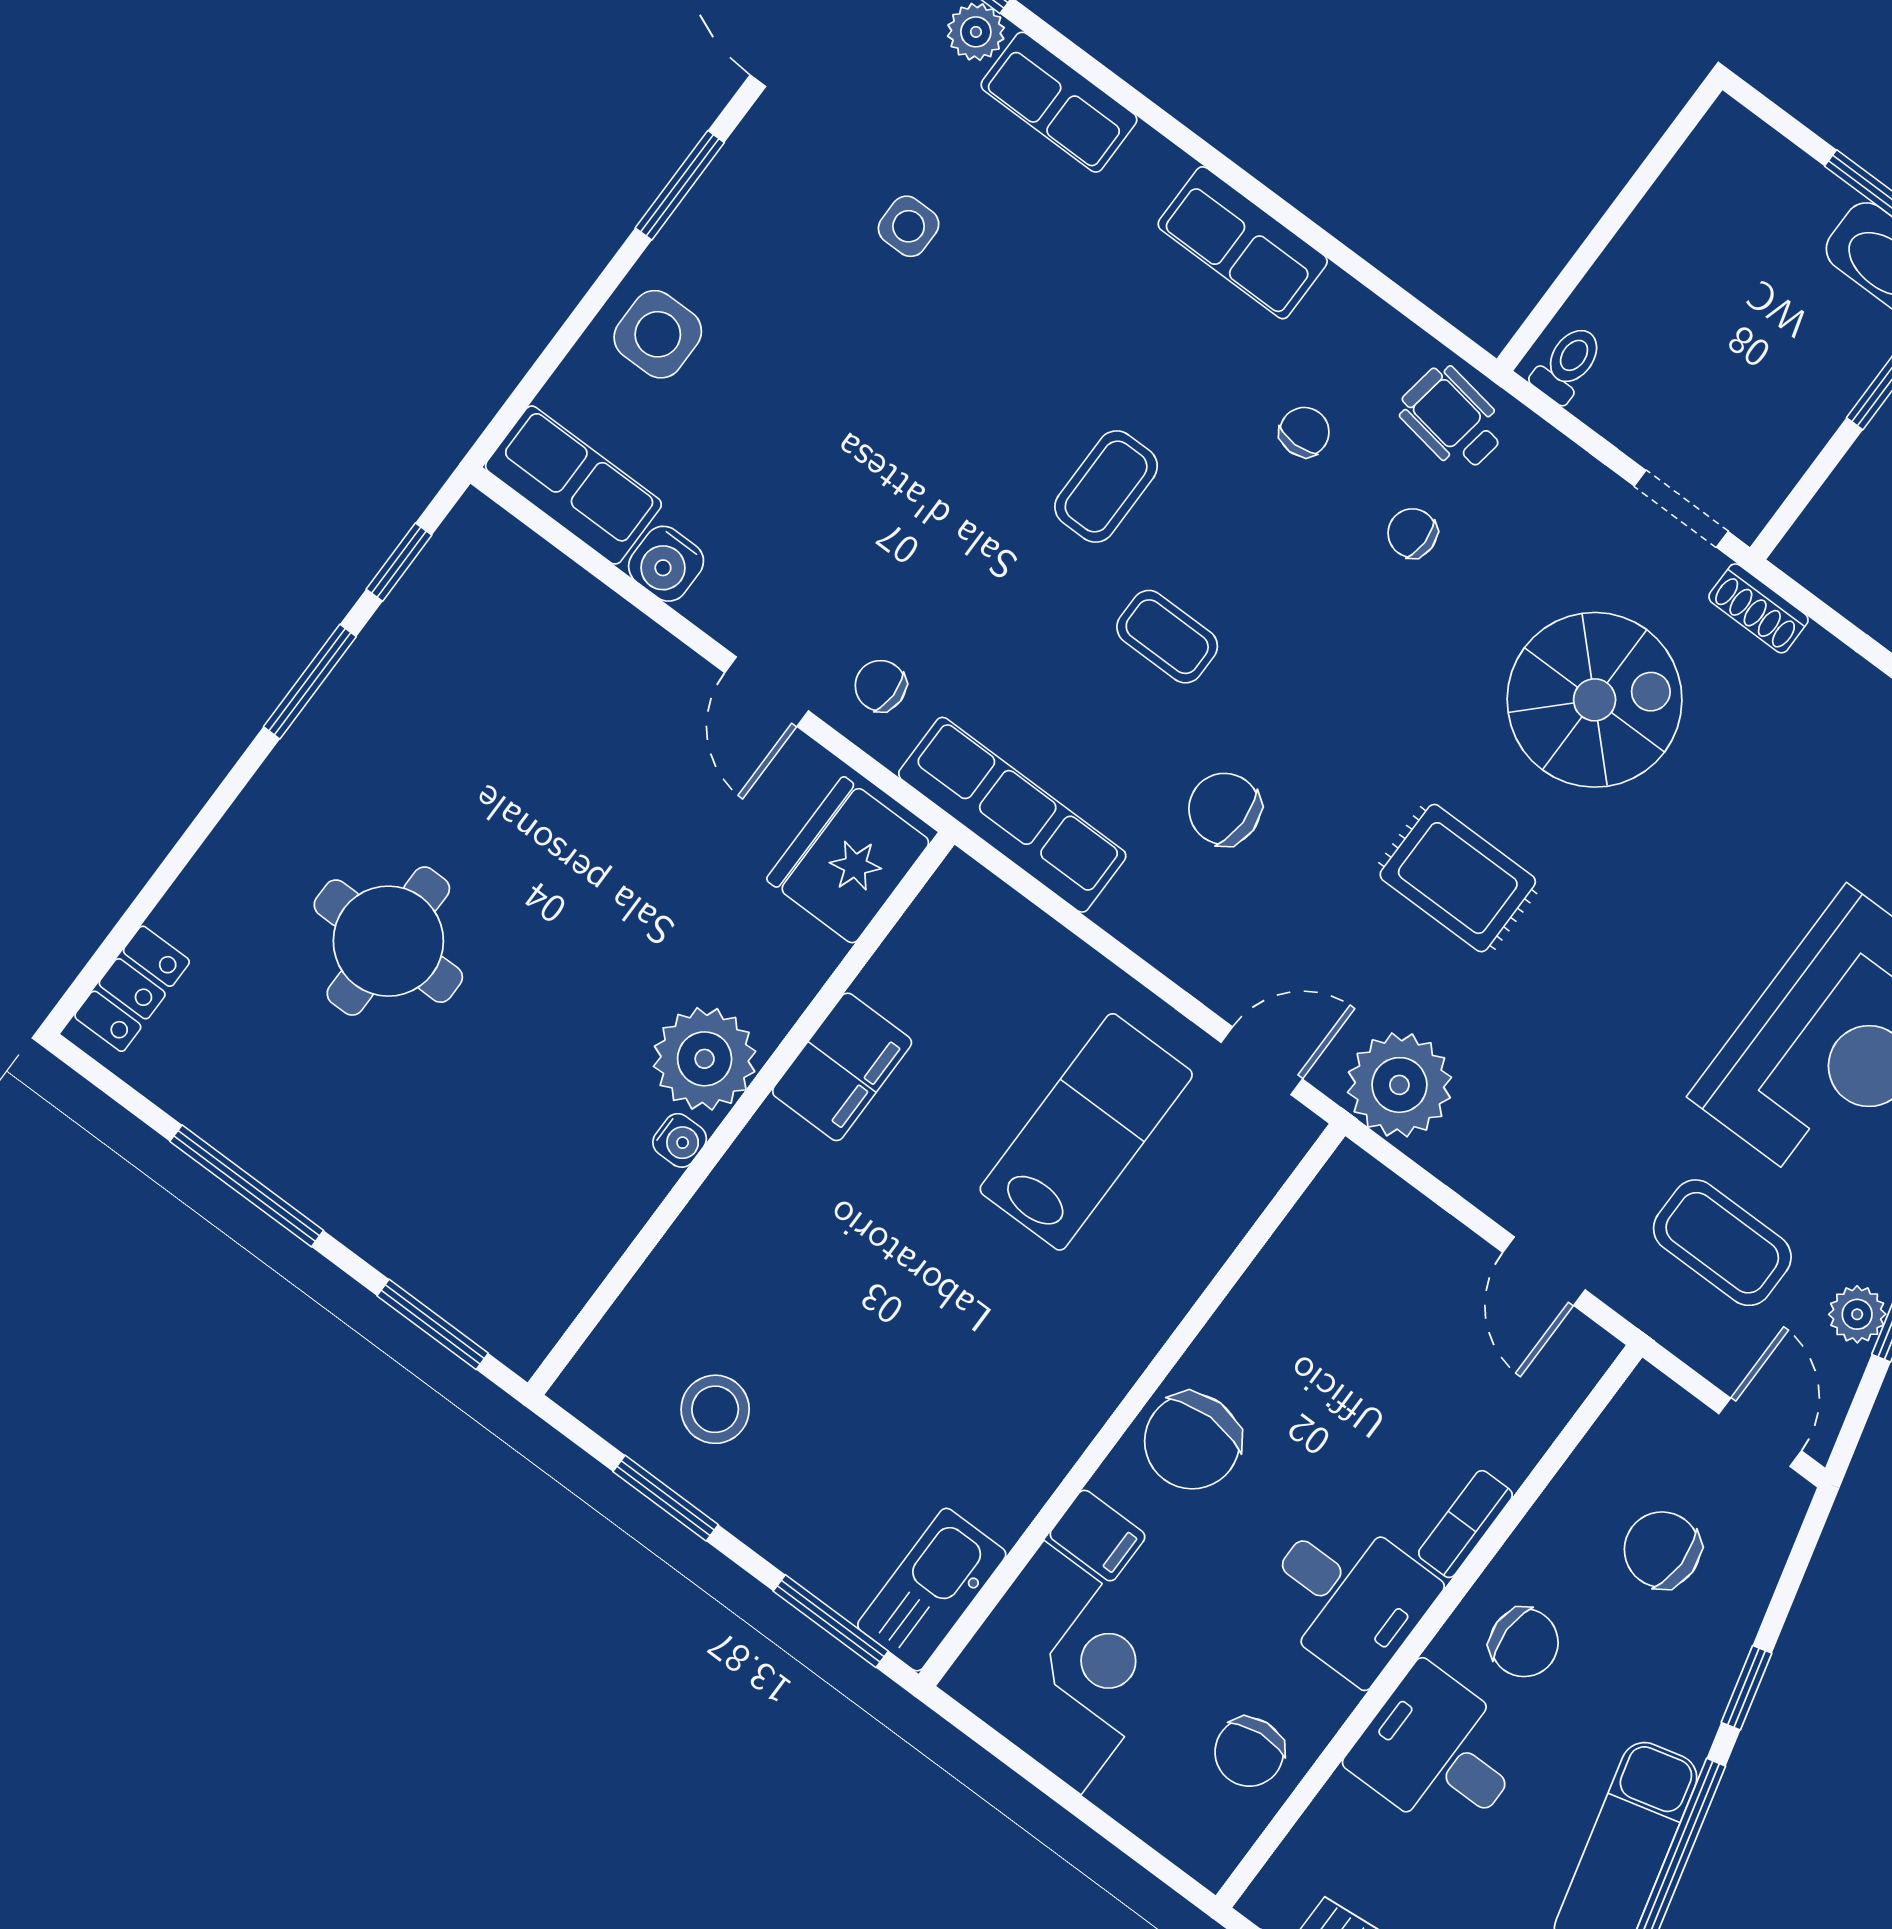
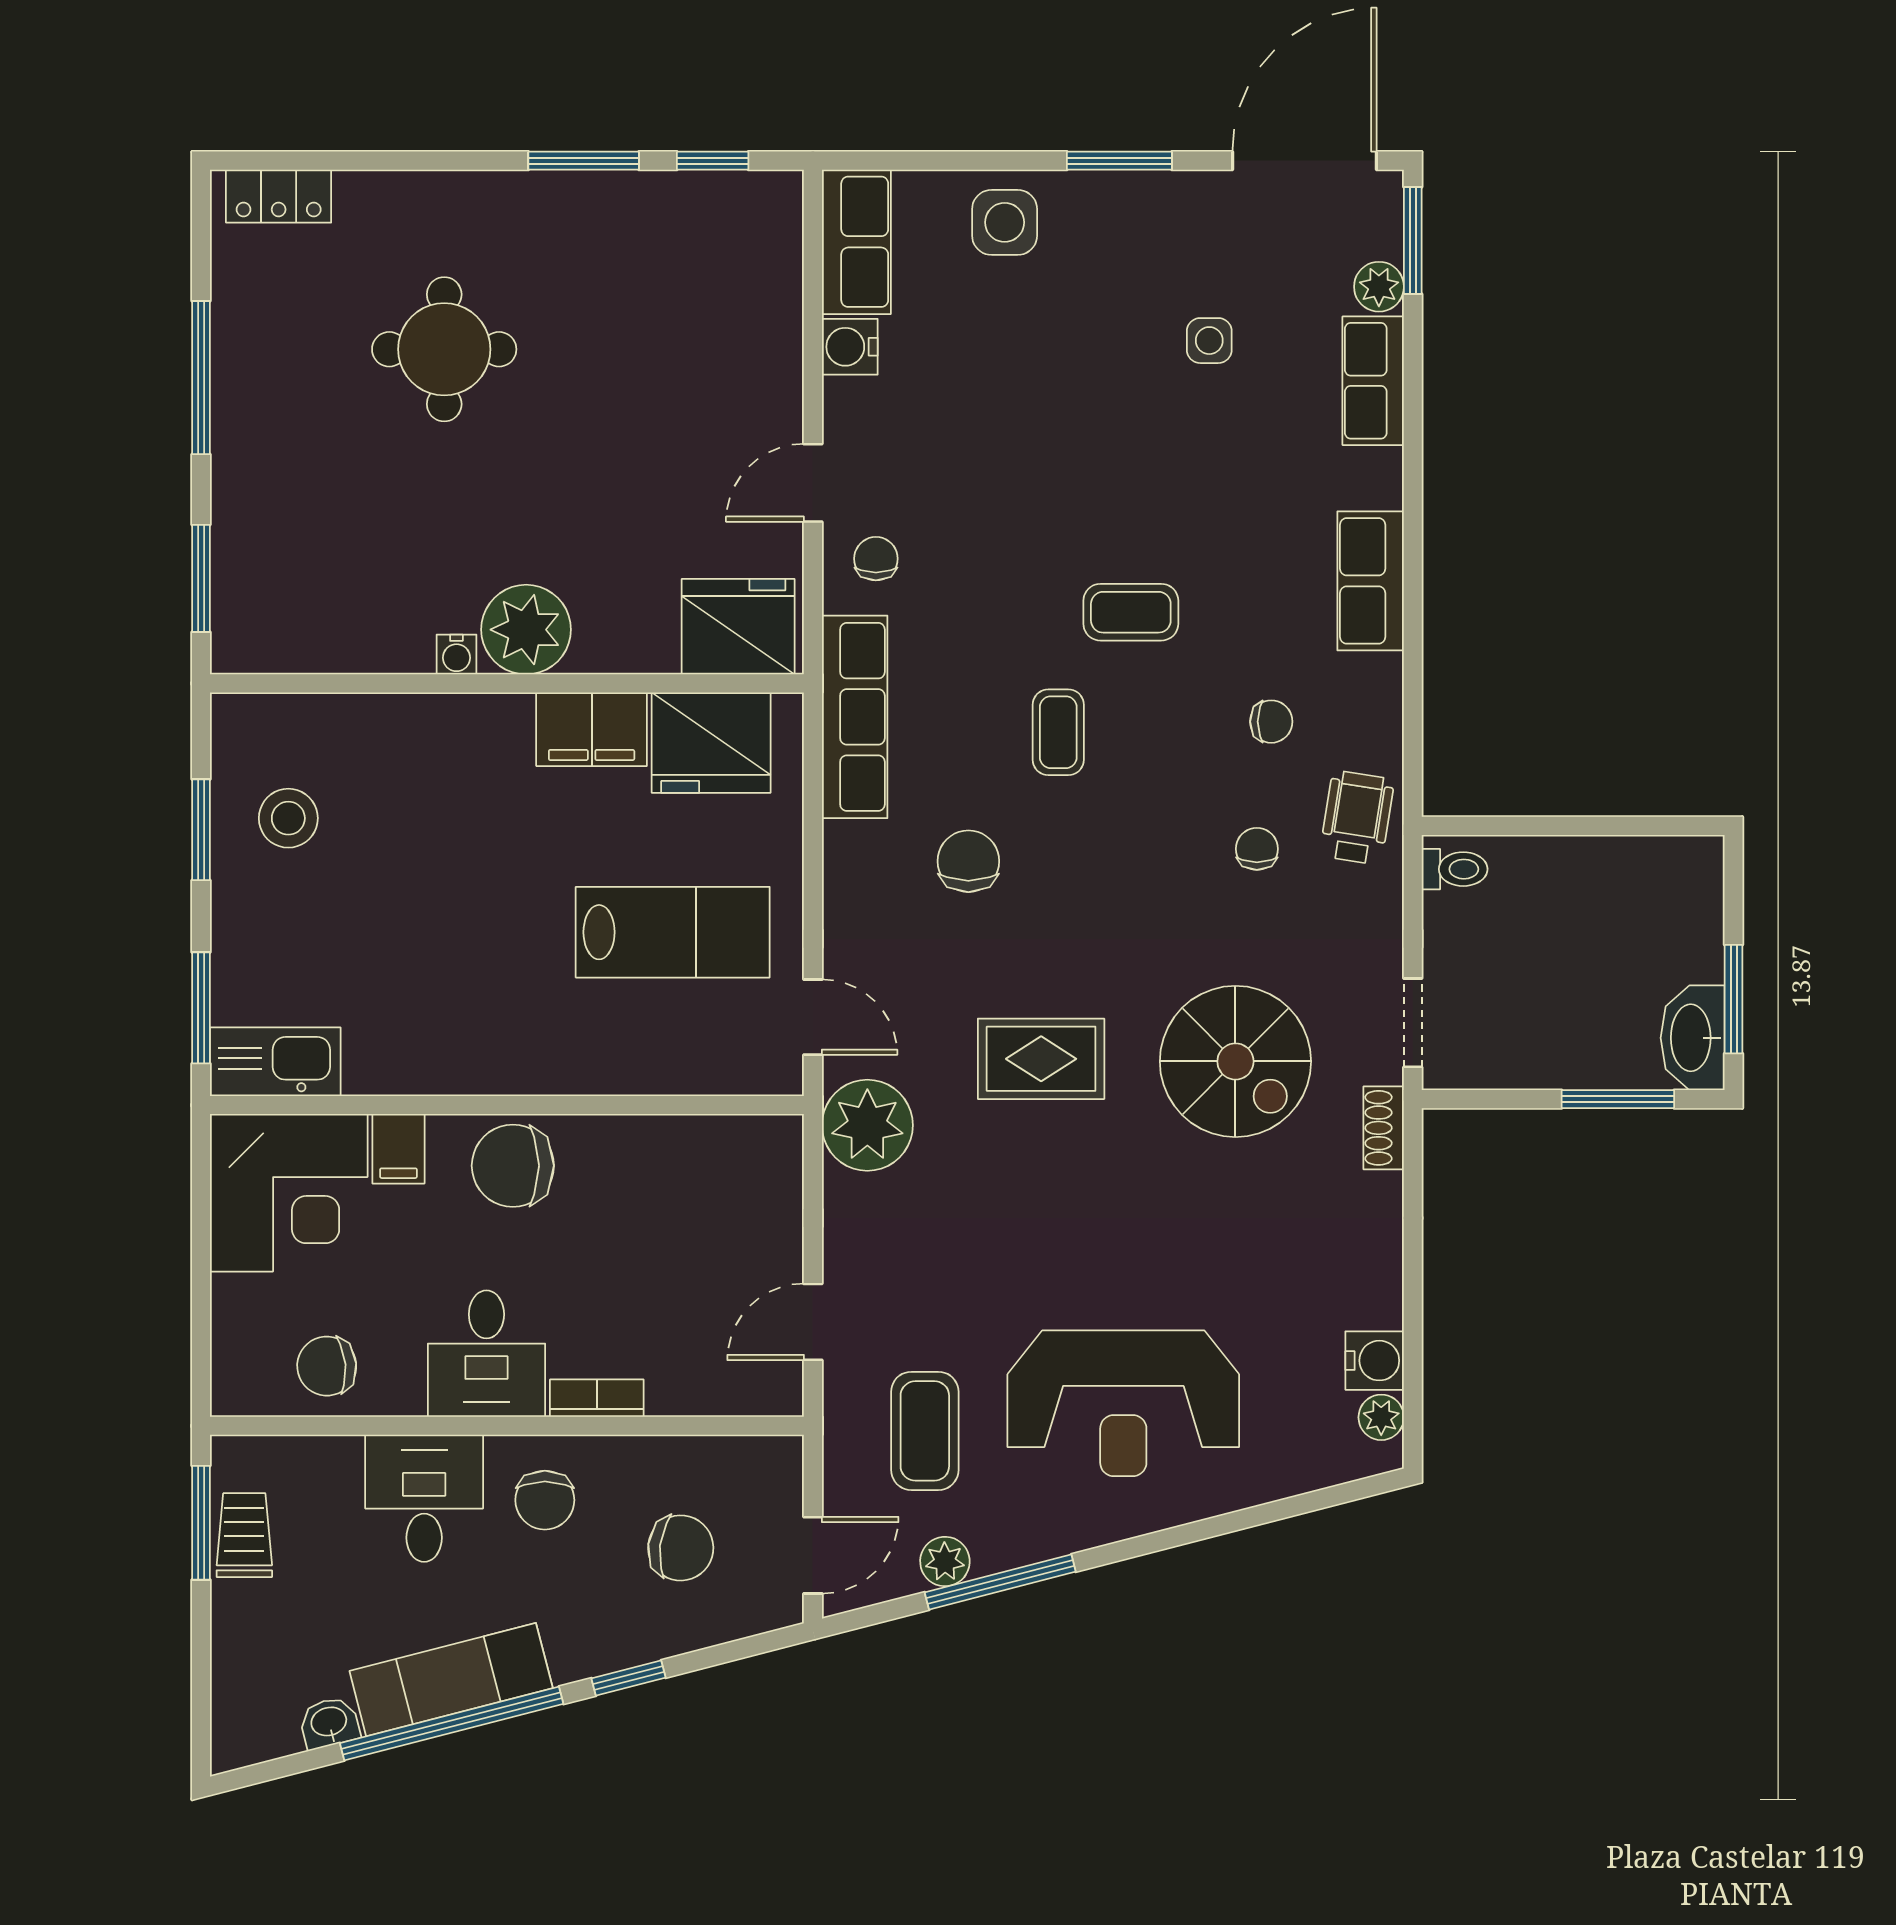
rug: (1458, 878) -> (1041, 1059), turned 90
fridge: (937, 965) -> (711, 743), added
chair: (1662, 1550) -> (681, 1548), turned 97

